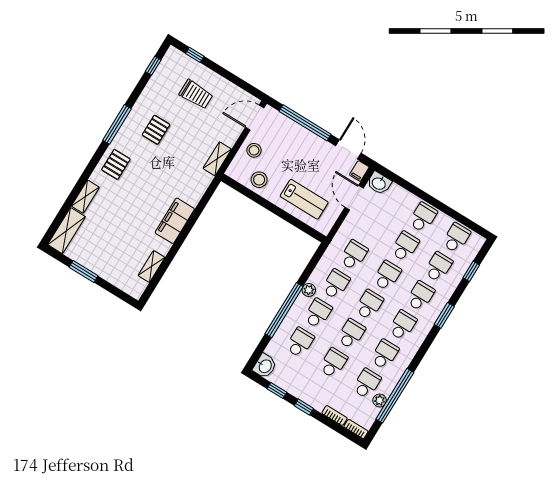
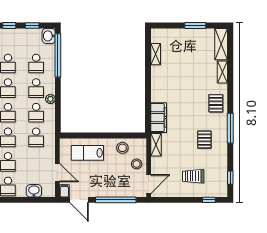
washbasin: (379, 183) -> (34, 191), moved
filing cabinet: (175, 221) -> (159, 118), moved
window: (284, 310) -> (58, 55), moved

